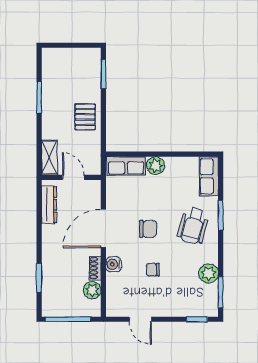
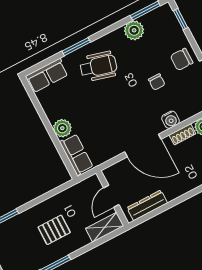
pallet: (85, 117) -> (54, 230), moved
chair: (148, 229) -> (182, 59), moved, turned -90

